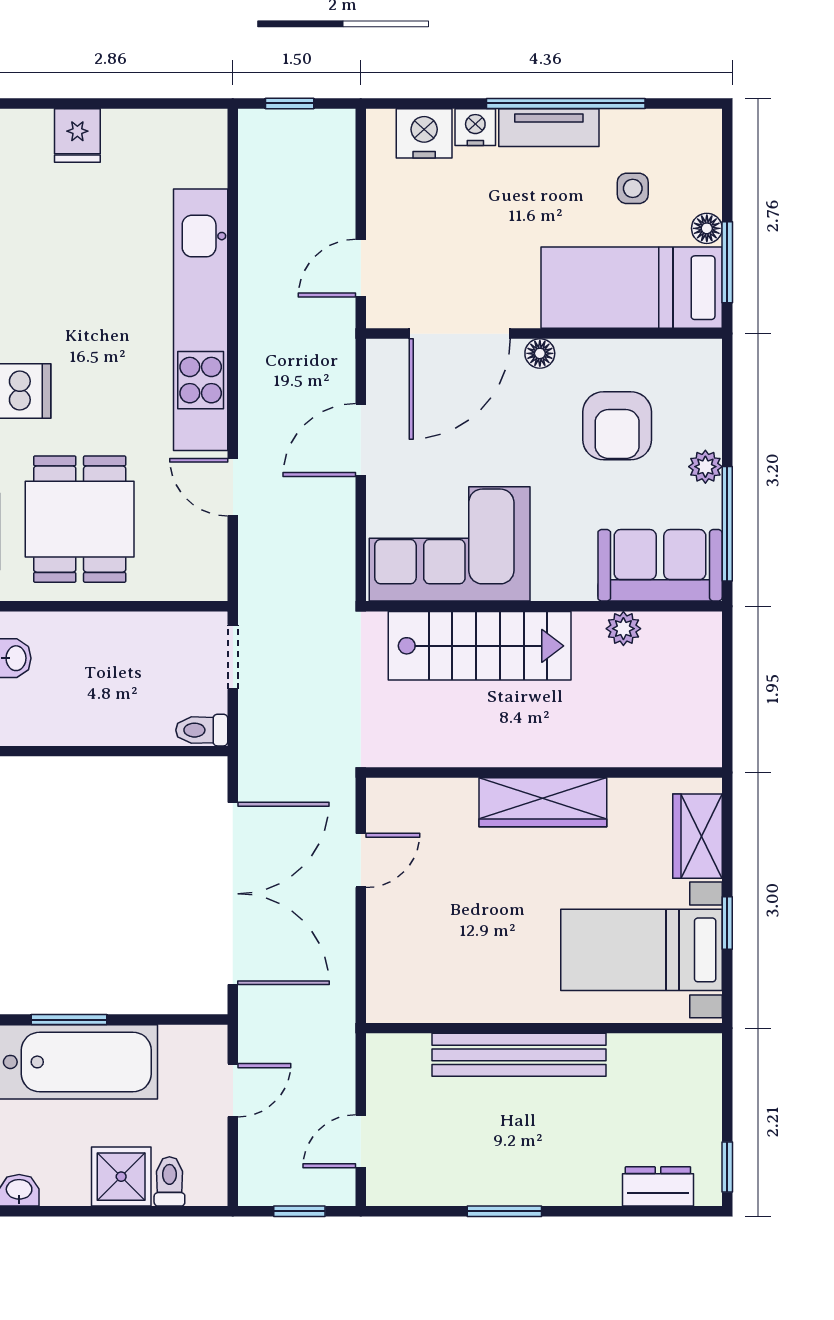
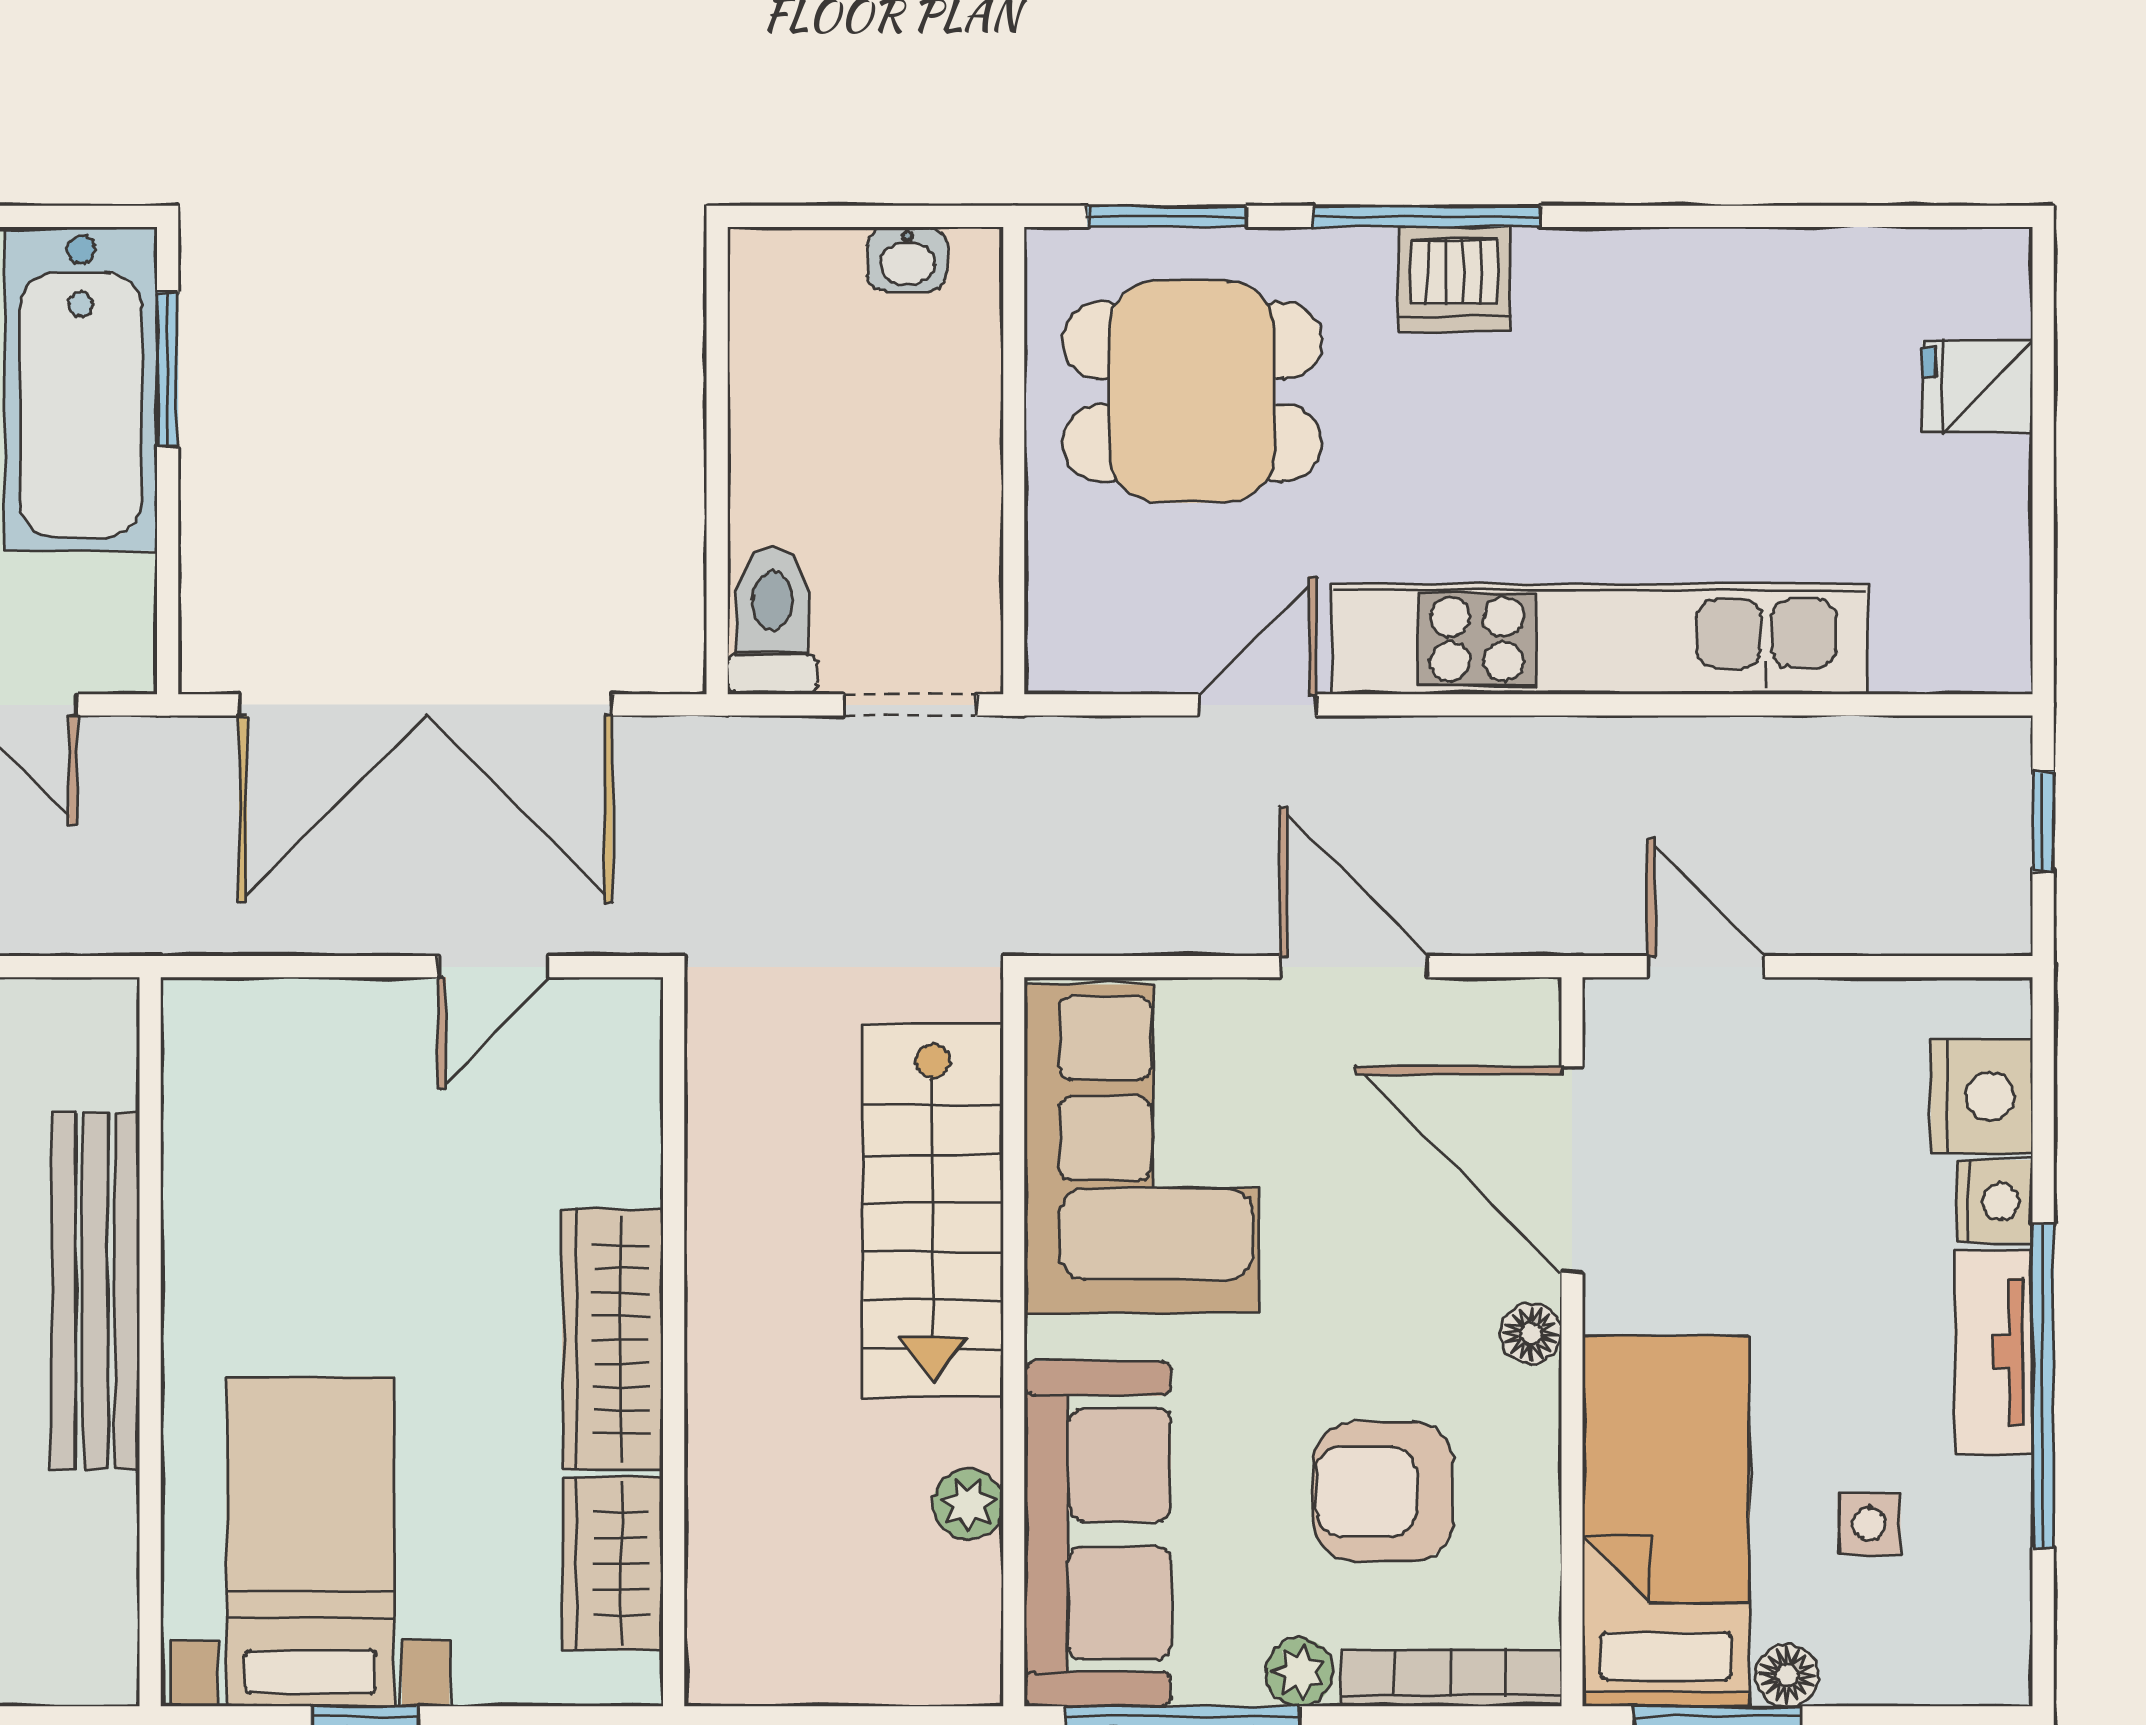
bookcase: (708, 393) -> (1451, 1678), added
sofa: (660, 565) -> (1098, 1534), width x1.36
toilet: (202, 730) -> (772, 621), width x1.37, depth x1.39
wardrobe: (697, 836) -> (613, 1564), moved, turned -90
door: (361, 860) -> (493, 967), hinge flipped

